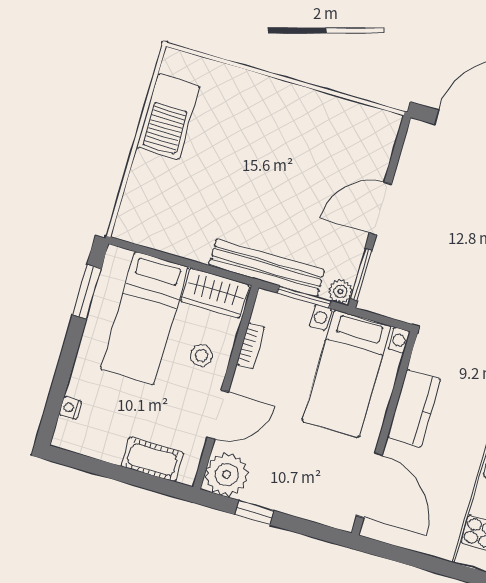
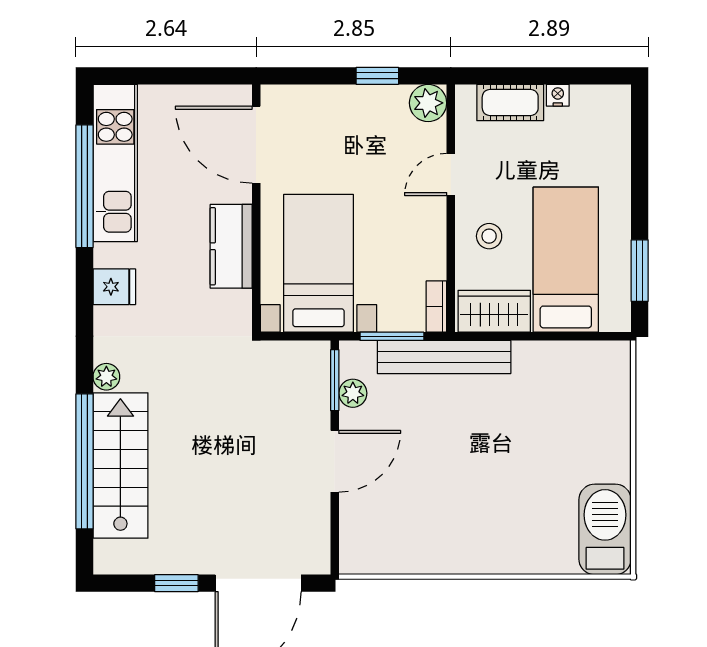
barbecue: (168, 117) -> (605, 529), moved
plant: (340, 291) -> (353, 393), moved
bookcase: (251, 346) -> (436, 307), moved
nightstand: (70, 408) -> (558, 95), moved, turned -90
door: (218, 415) -> (451, 174), width x0.73
plant: (227, 475) -> (428, 103), width x0.73, depth x0.73

